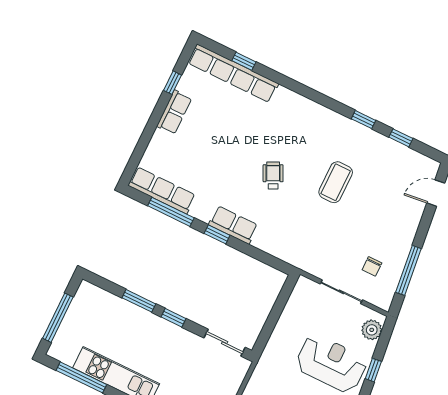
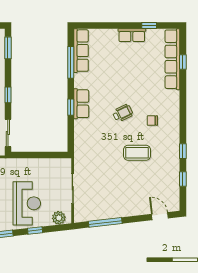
window: (217, 234) -> (71, 107), moved
chair: (372, 266) -> (152, 121), moved
window: (139, 301) -> (8, 48), moved

